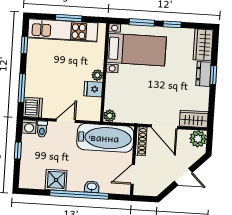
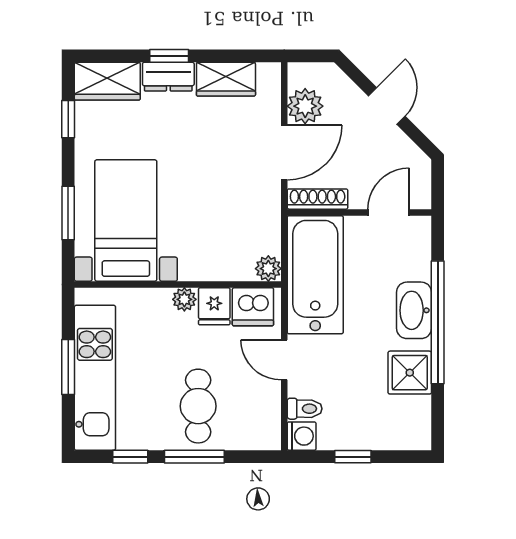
window: (172, 24) -> (68, 119), moved
cafe table: (46, 79) -> (198, 406), added
window: (22, 88) -> (194, 457), moved
dishwasher: (33, 107) -> (253, 307), moved, turned 180
wardrobe: (194, 119) -> (226, 79), moved, turned -90
plant: (198, 139) -> (305, 106), moved
door: (133, 174) -> (388, 212), swing flipped
washbasin: (92, 187) -> (414, 310), width x1.91, depth x1.45

